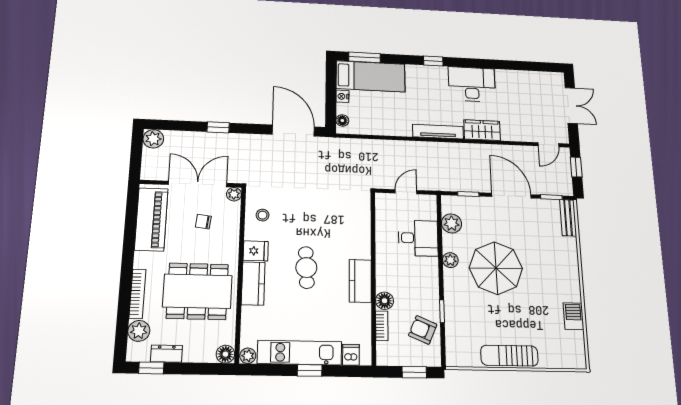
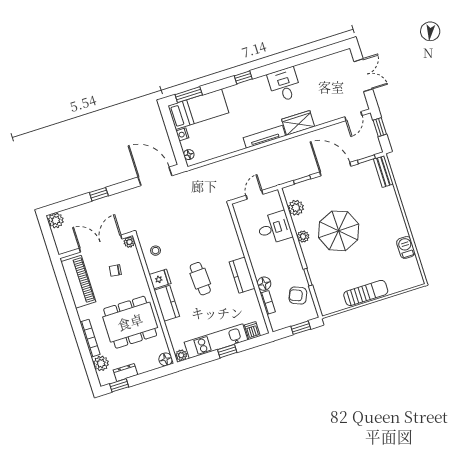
desk: (472, 84) -> (284, 85), width x0.73
sun lounger: (509, 356) -> (366, 293), turned 180

